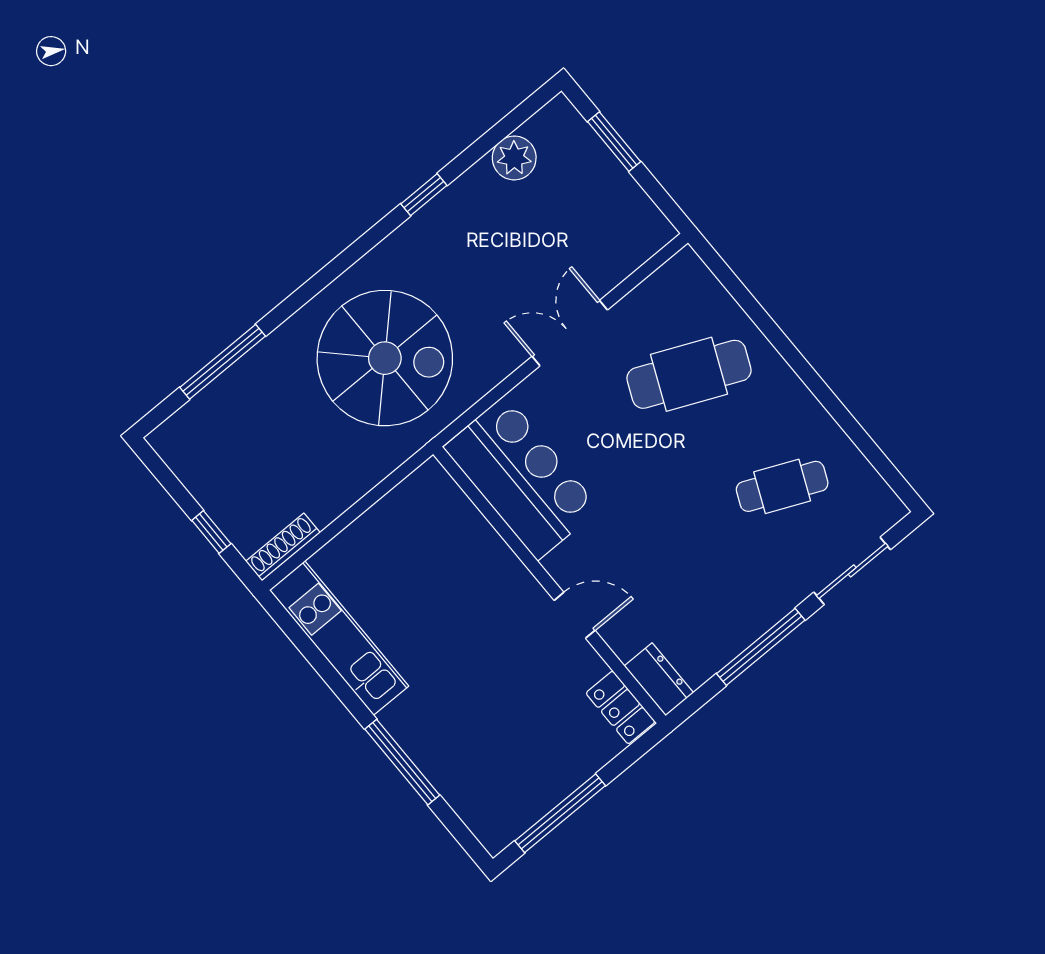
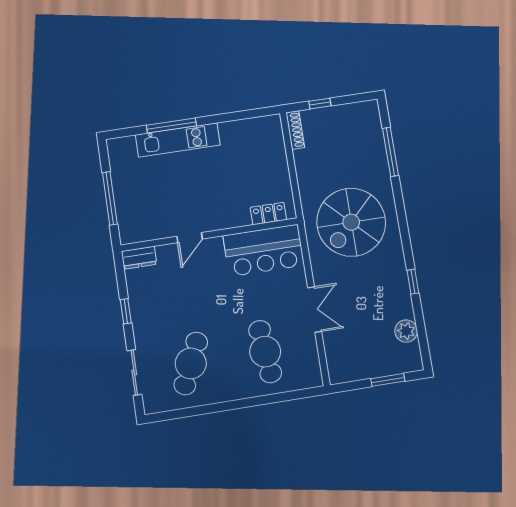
cafe table: (689, 374) -> (265, 352), turned -30
cafe table: (782, 486) -> (191, 363), width x1.37, depth x1.35
kitchen unit: (339, 638) -> (178, 140), moved
window: (761, 647) -> (126, 311), width x0.46
locker: (621, 707) -> (268, 214), moved
window: (560, 813) -> (110, 198), moved

